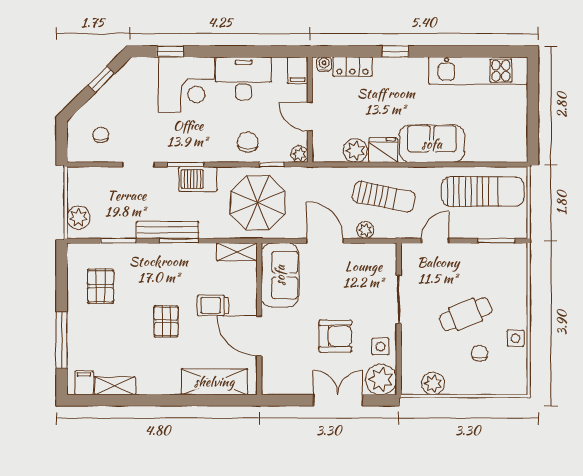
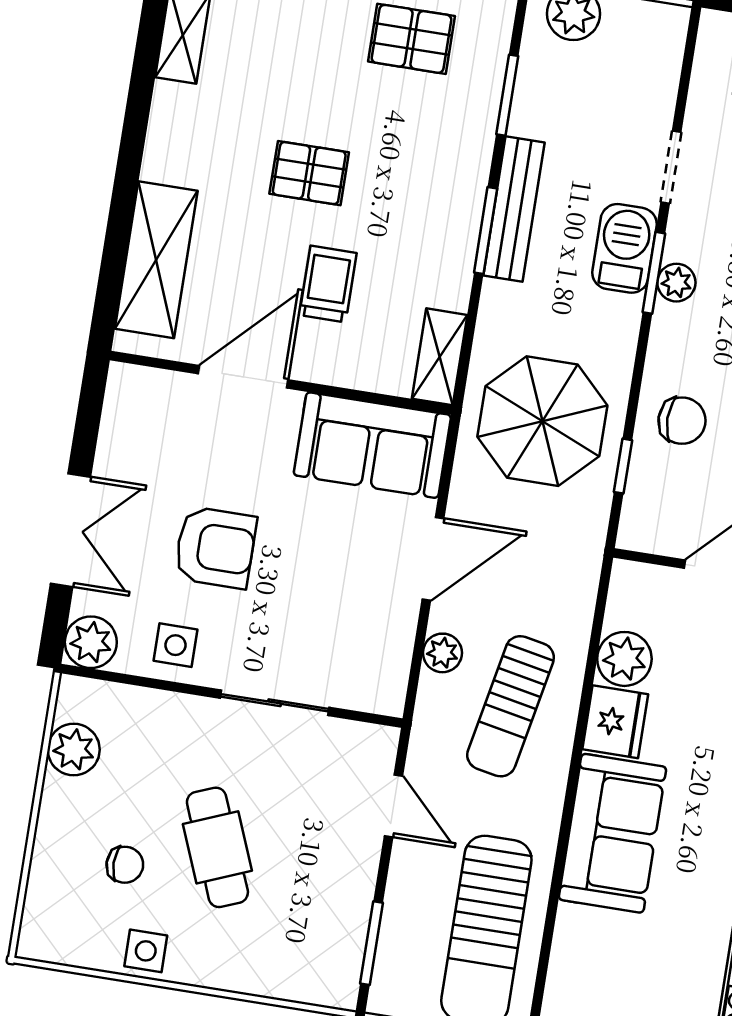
plant: (299, 154) -> (676, 283), moved
barbecue: (198, 179) -> (624, 248), moved
armchair: (335, 336) -> (215, 547), turned -90
plant: (381, 379) -> (91, 642), width x0.73, depth x0.73

